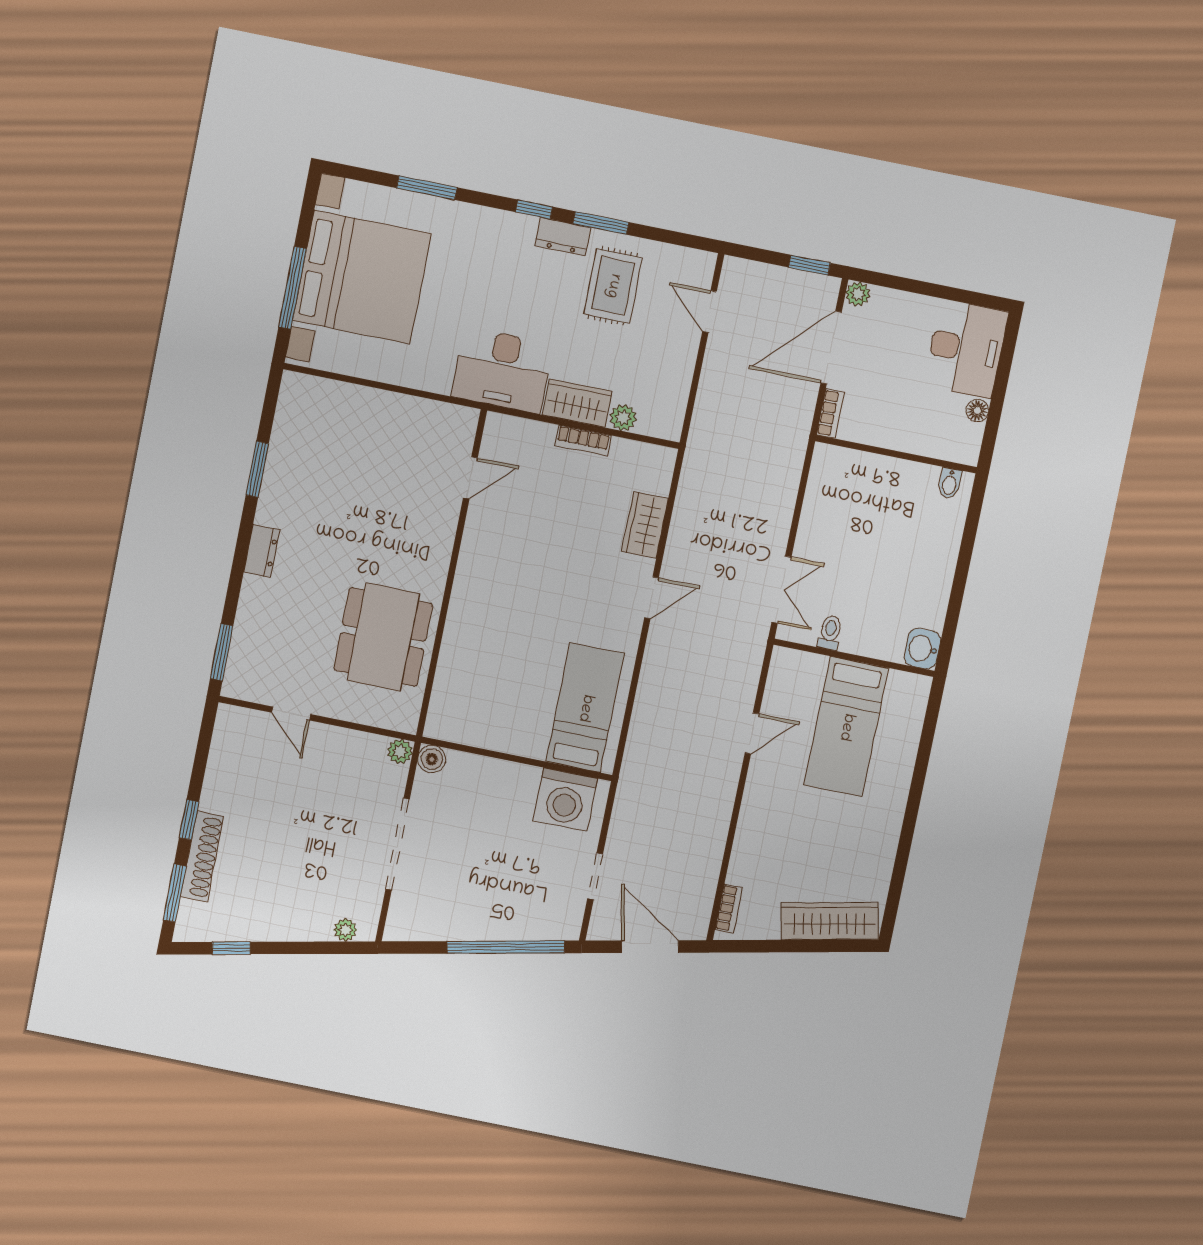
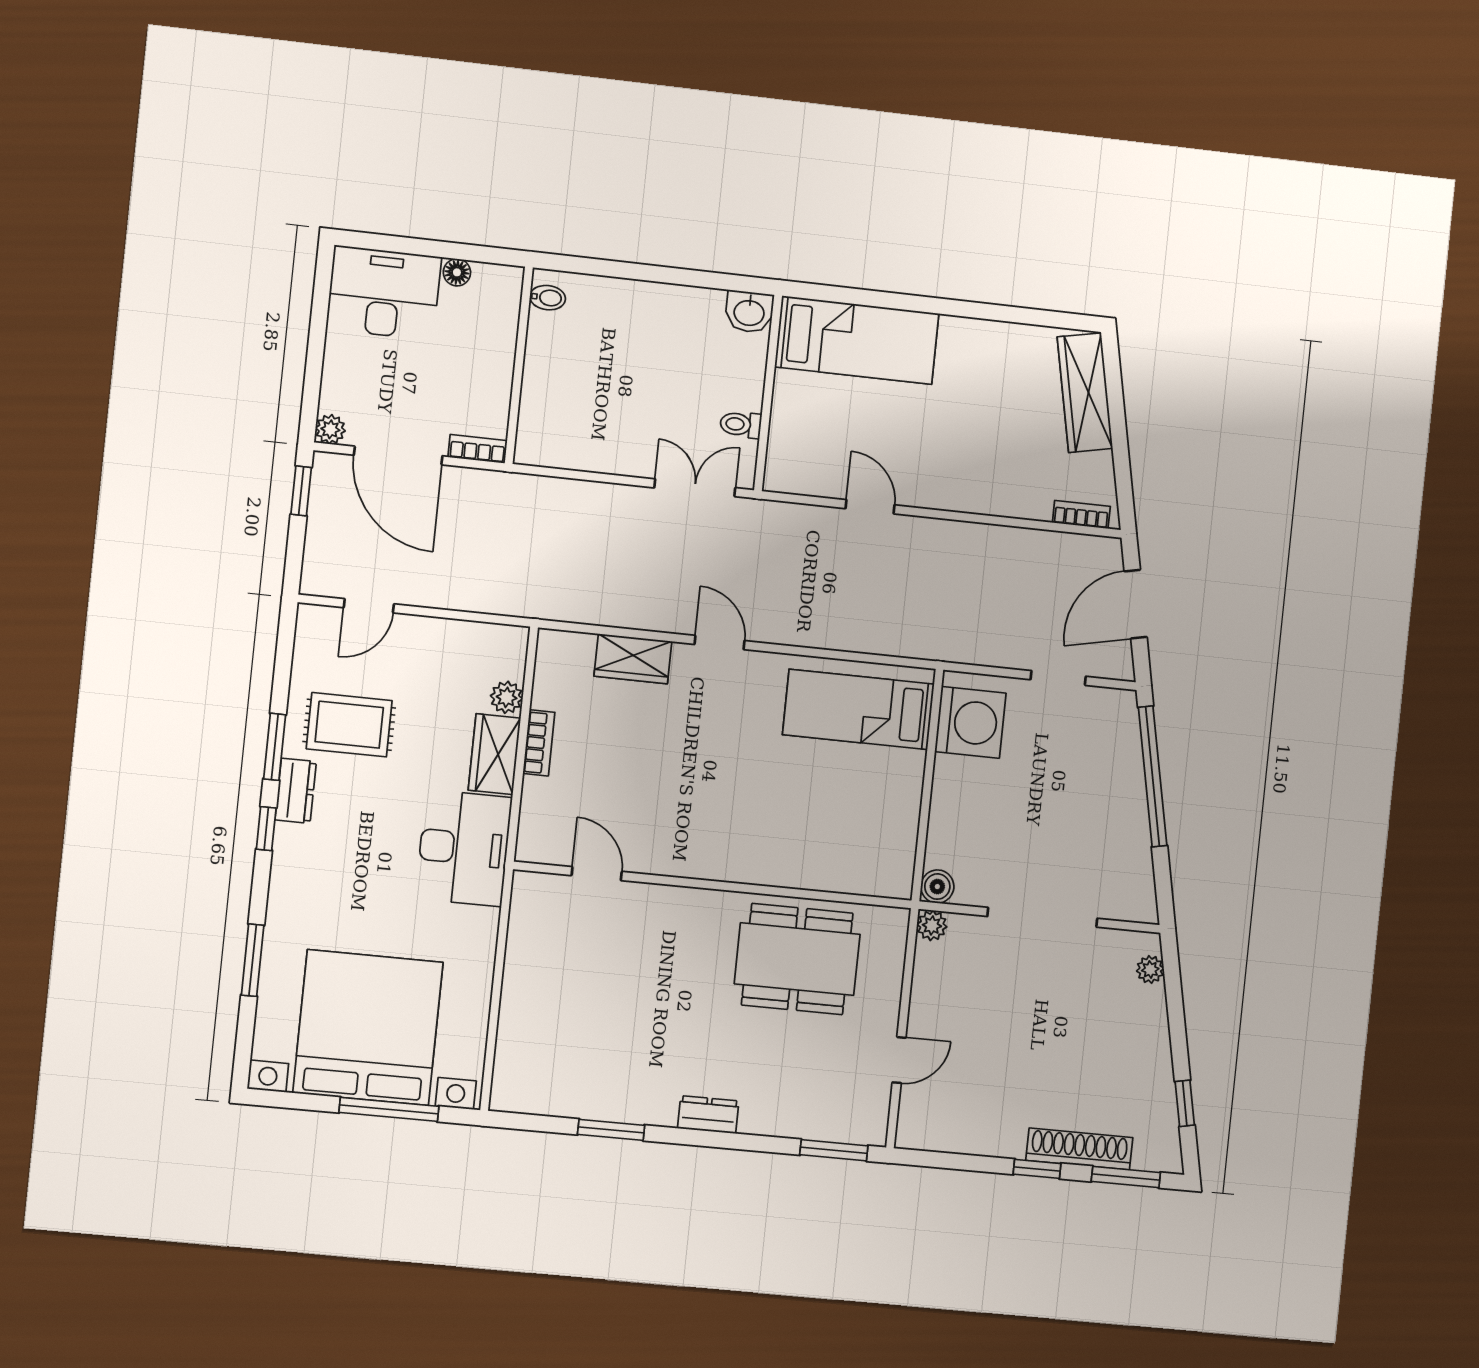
bed: (846, 727) -> (857, 340), moved

